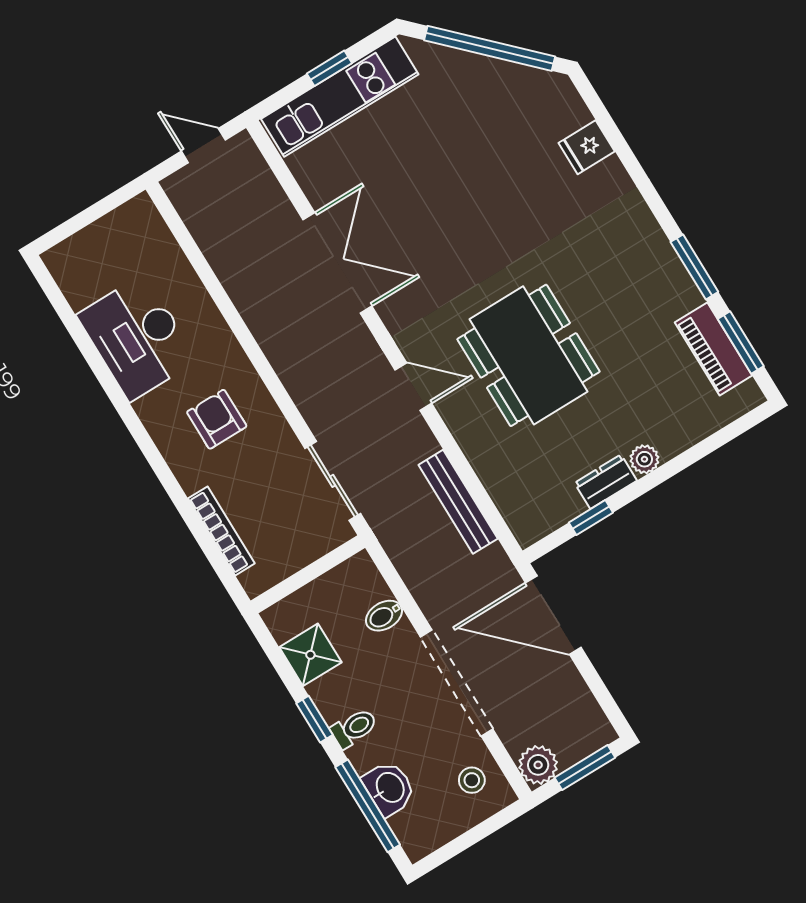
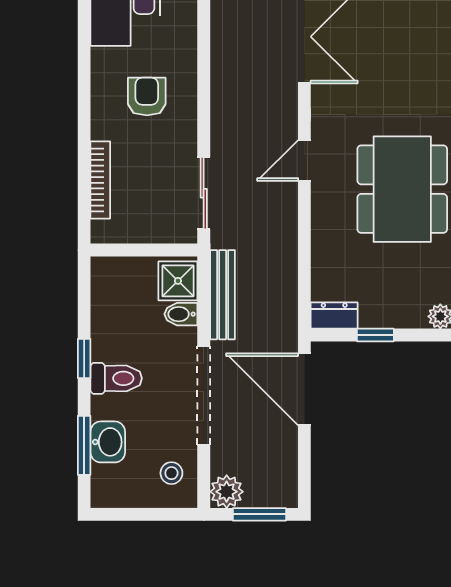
door: (413, 387) -> (304, 160), swing flipped
dresser: (606, 482) -> (334, 316), moved
bench: (458, 502) -> (223, 295), moved
shower: (310, 655) -> (178, 281), moved
toilet: (354, 728) -> (116, 378), width x1.37, depth x1.39
window: (368, 806) -> (84, 445), width x0.69

